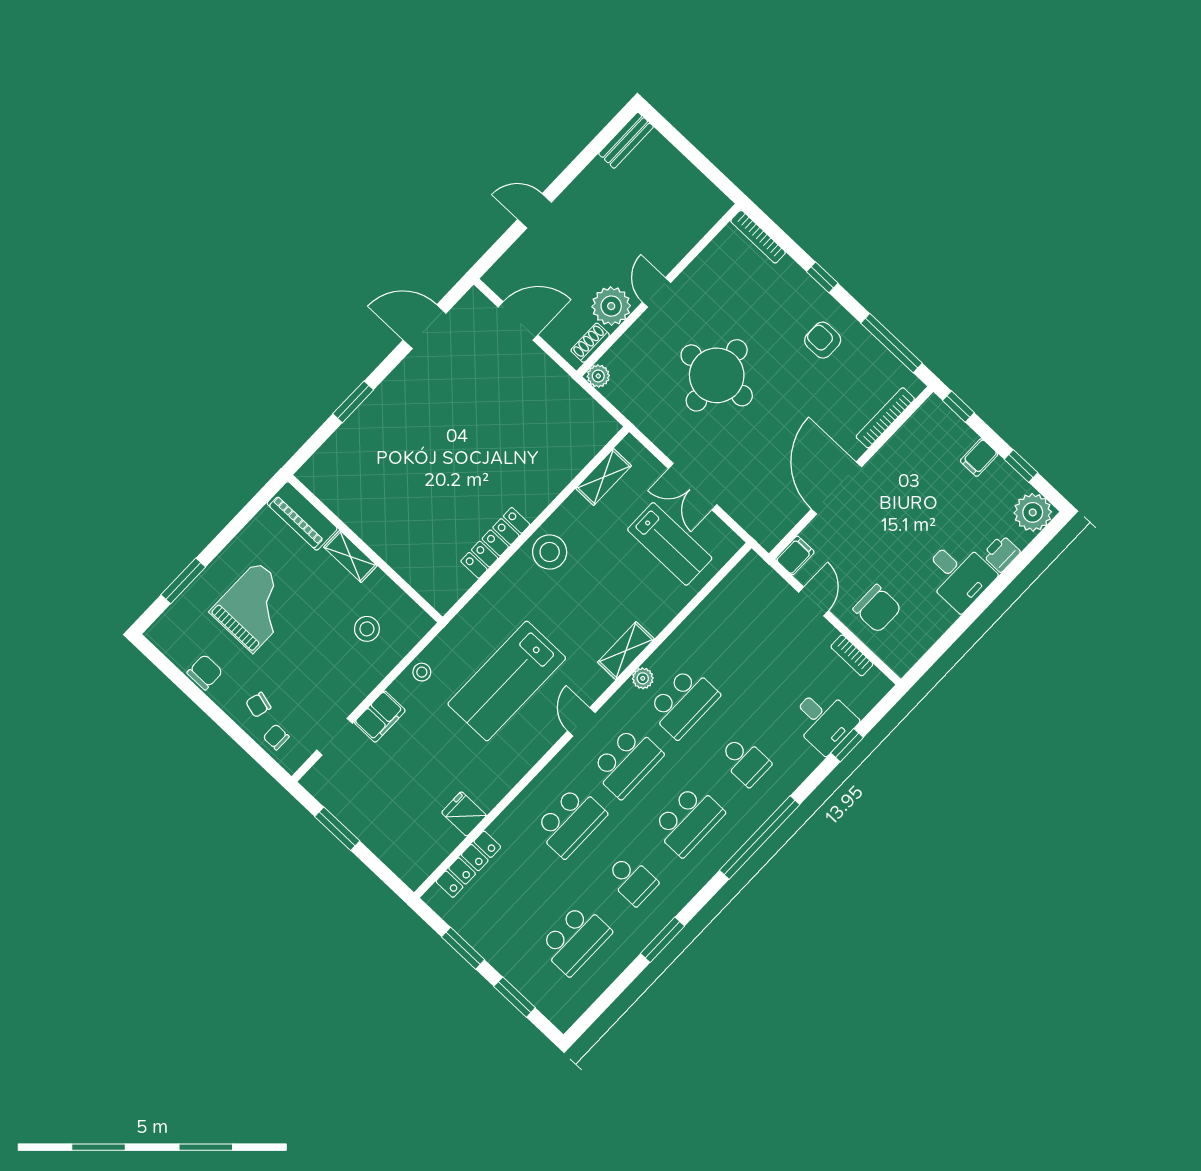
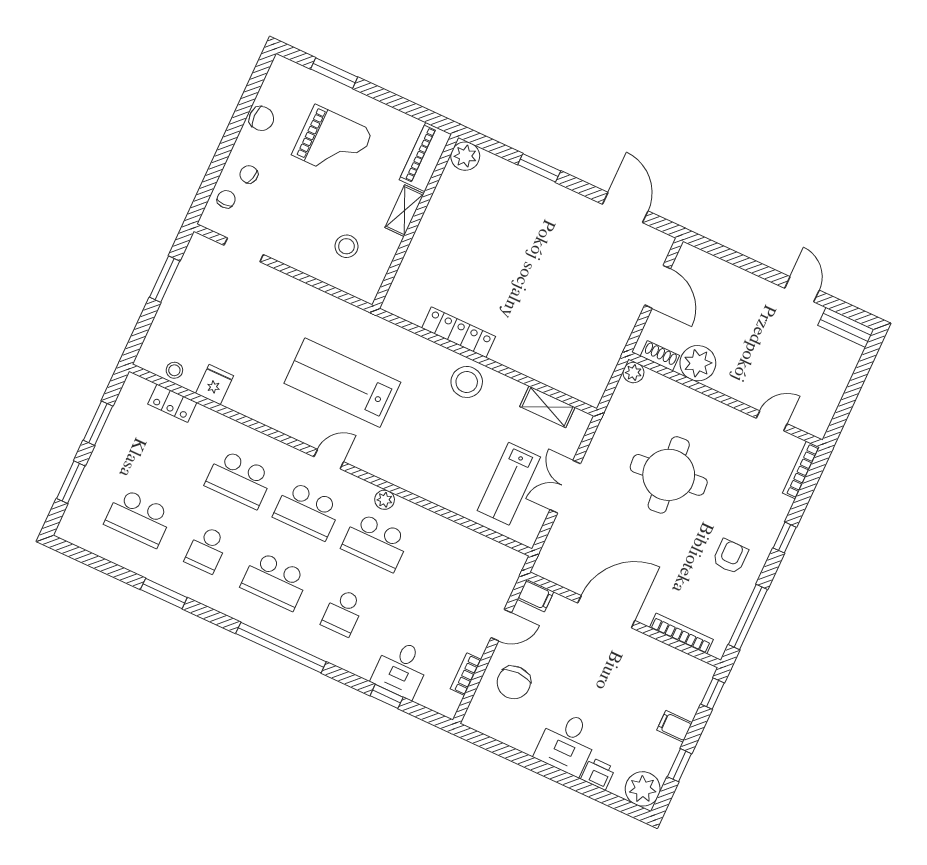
door: (534, 211) -> (802, 289), moved
door: (656, 292) -> (772, 421), moved
plant: (315, 474) -> (465, 156), added
shelving: (626, 651) -> (404, 477), removed
stool: (422, 672) -> (174, 370), moved
filing cabinet: (380, 717) -> (274, 283), removed
locker: (468, 864) -> (172, 403), width x0.66

